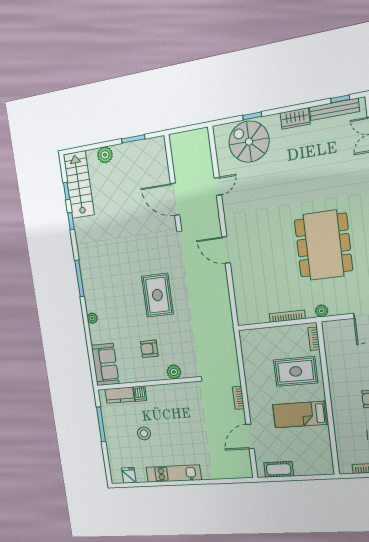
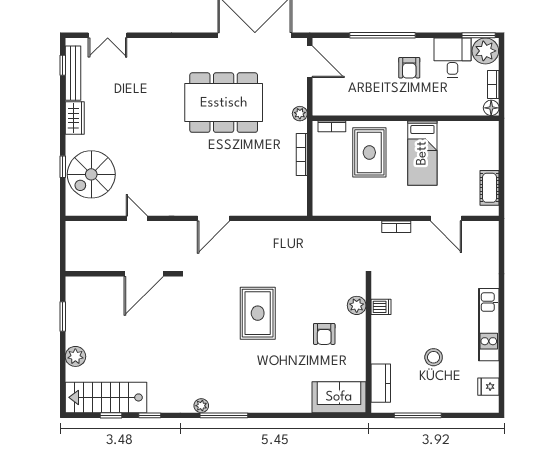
rug: (157, 295) -> (258, 313), turned 90
plant: (92, 318) -> (201, 406), moved
dishwasher: (140, 394) -> (381, 307), moved
floor lamp: (345, 468) -> (491, 108), added

